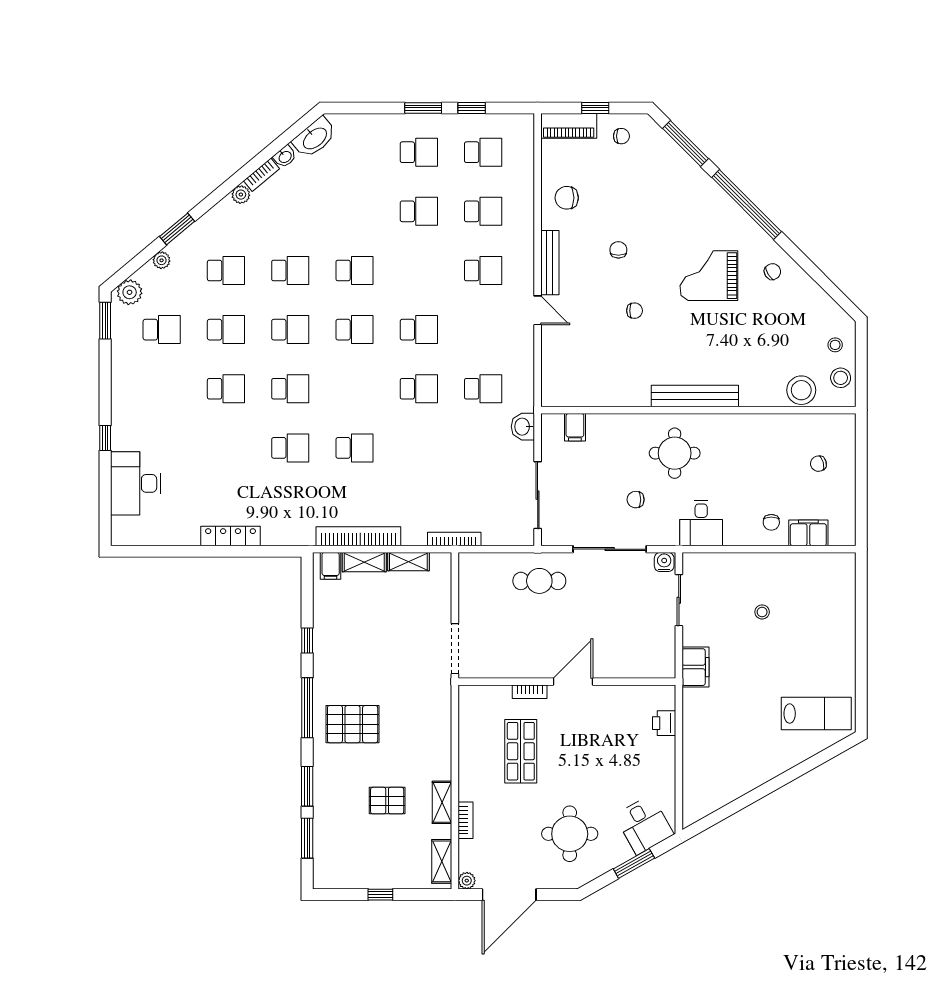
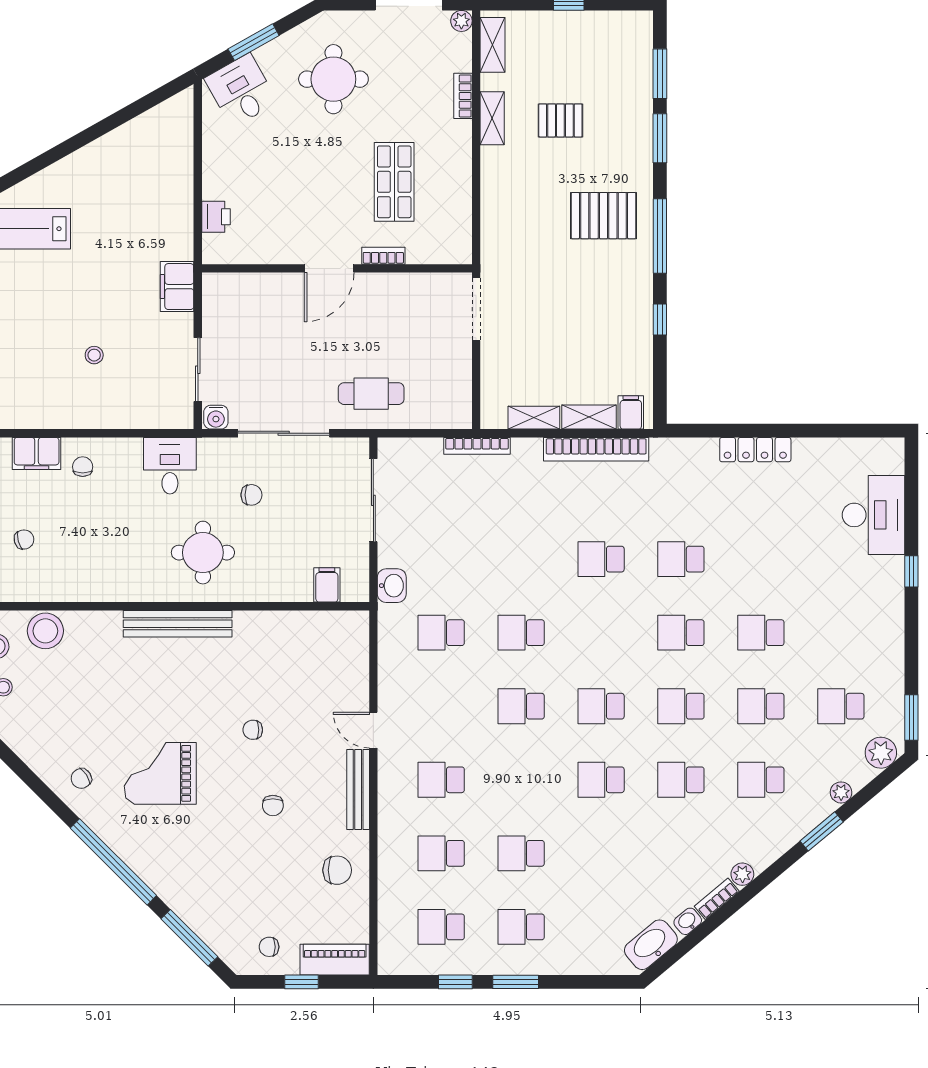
grand piano: (709, 276) -> (160, 773), turned 180

